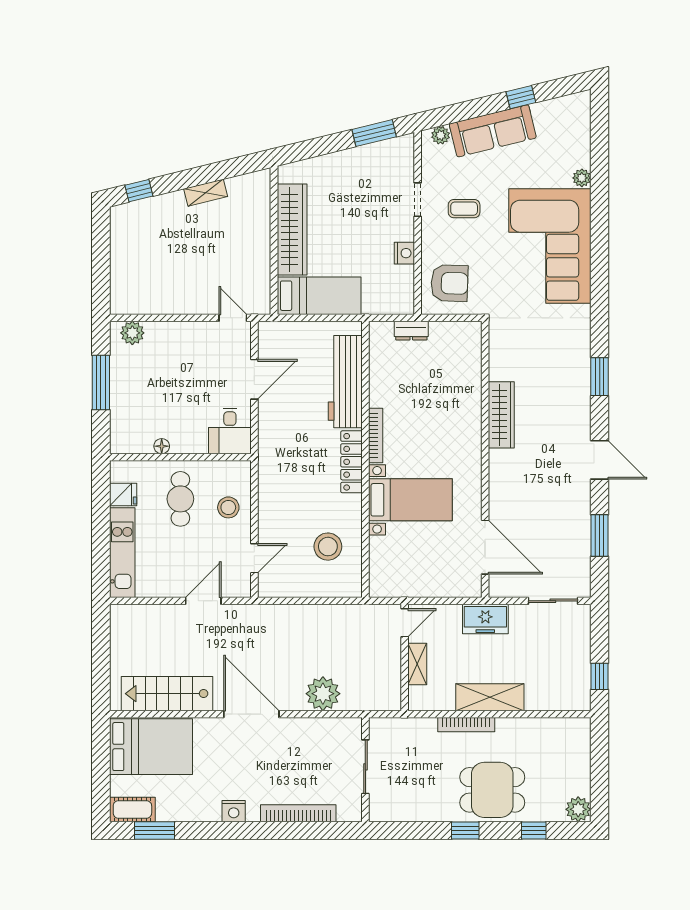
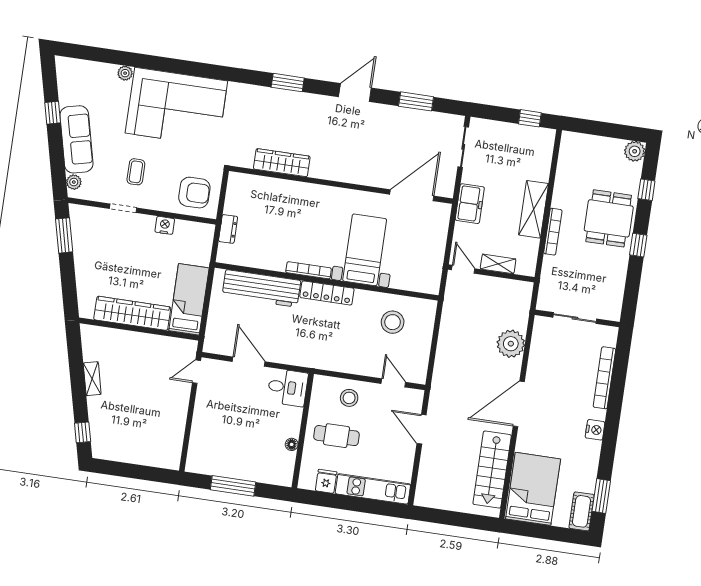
armchair: (449, 283) -> (194, 193), turned 88
plant: (132, 333) -> (197, 455), removed
wardrobe: (501, 415) -> (282, 163), moved

